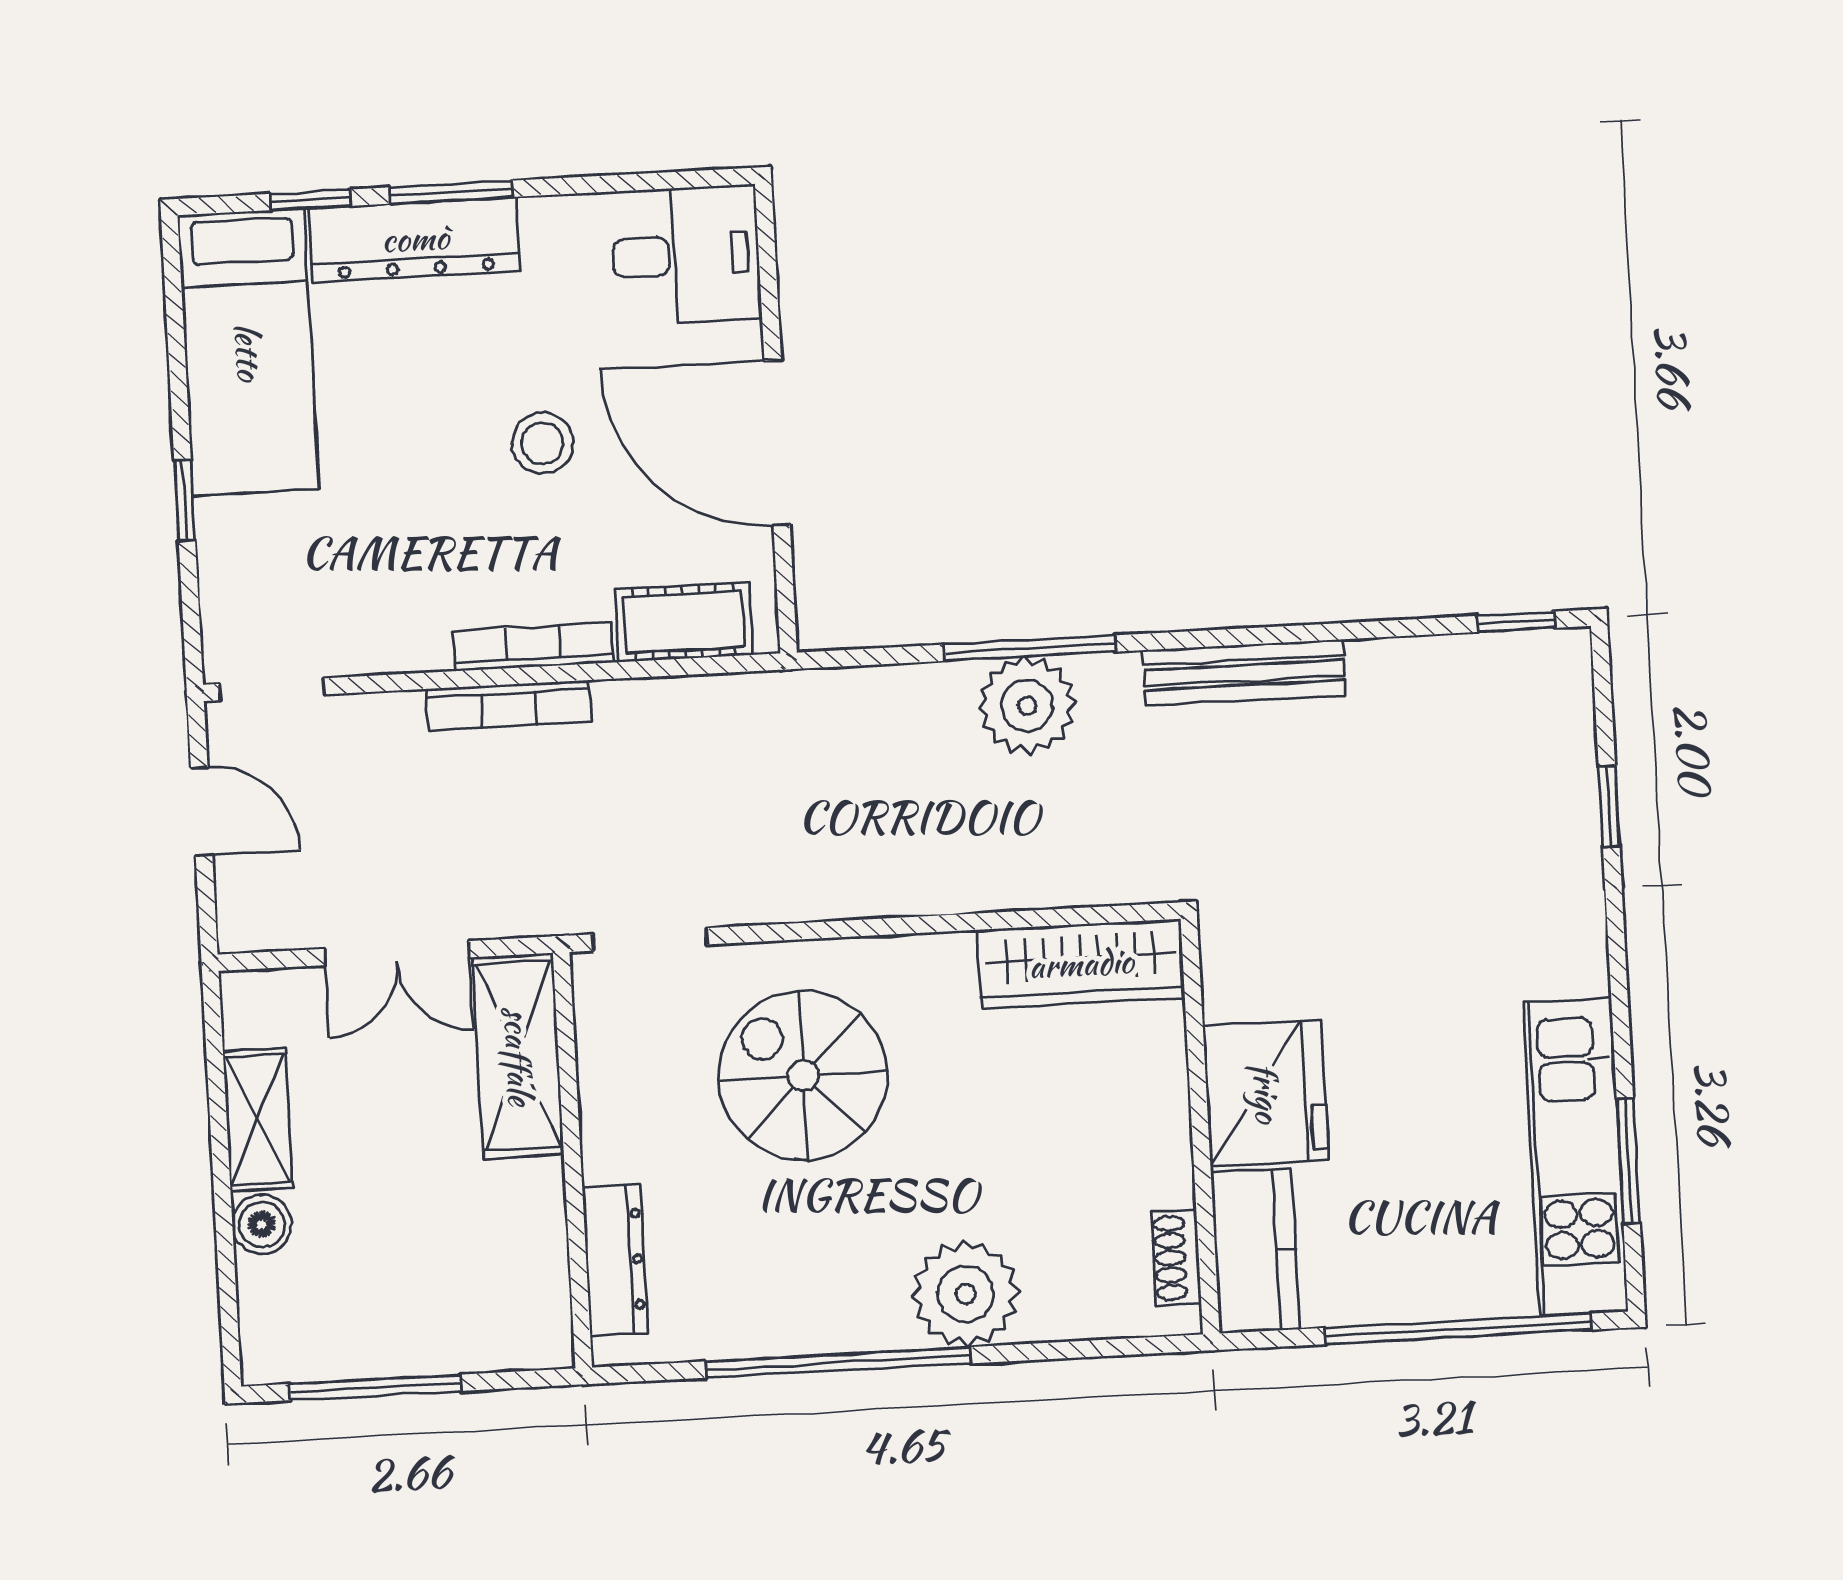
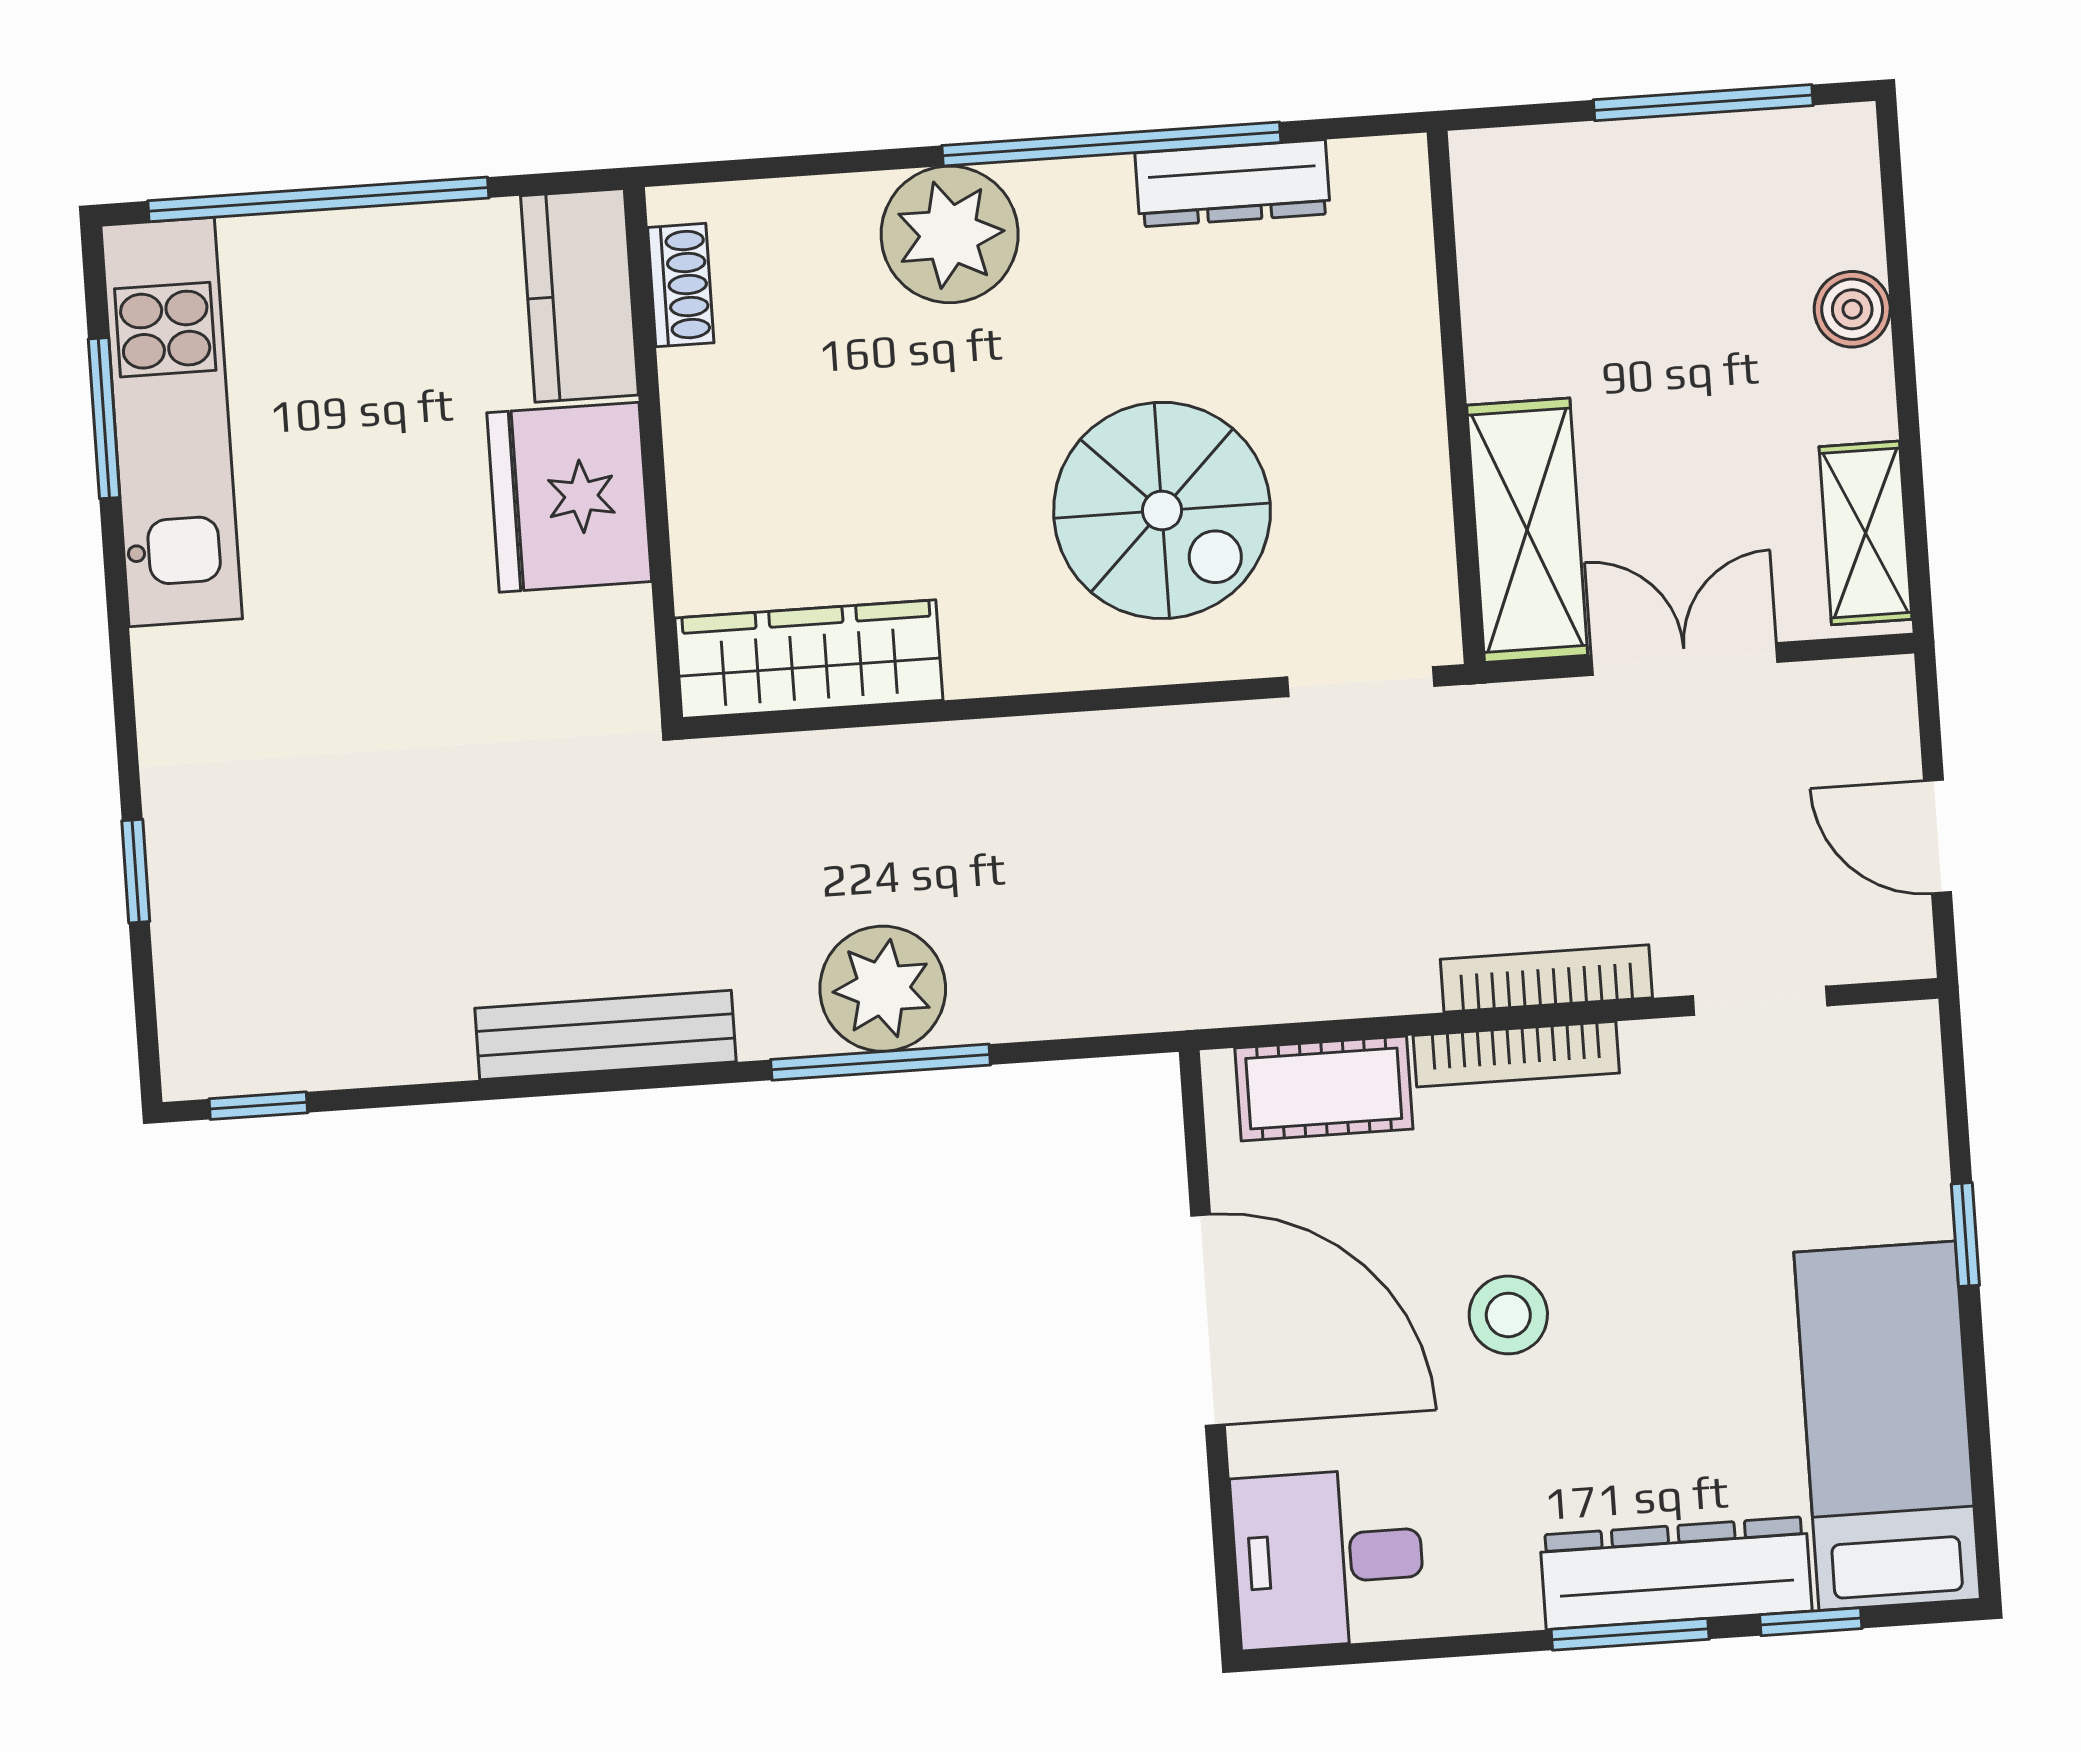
doorway: (272, 689) -> (1760, 1001), moved
shelving: (258, 1119) -> (1865, 533), moved
dresser: (615, 1260) -> (1233, 183), moved, turned -90

